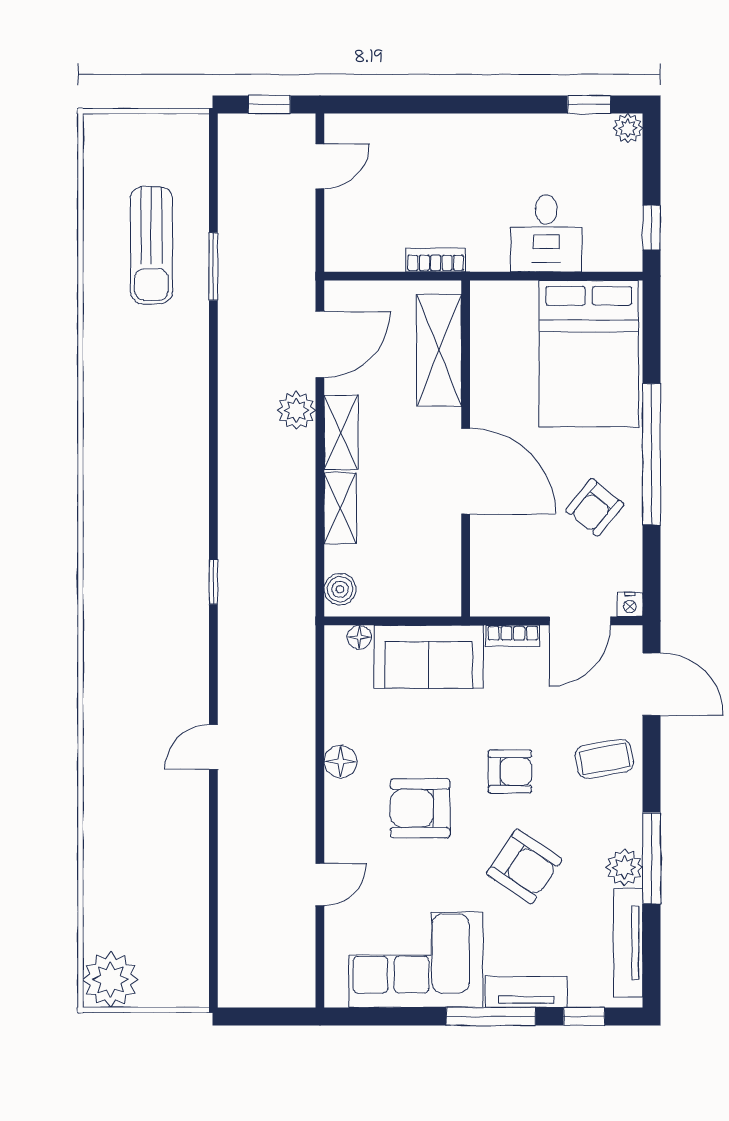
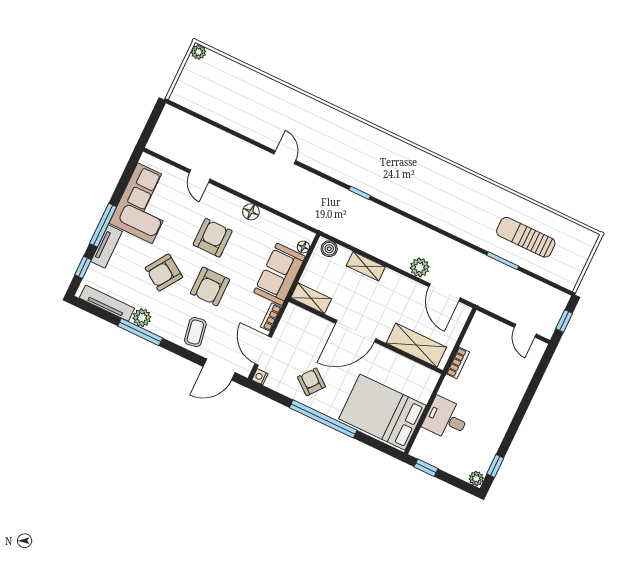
shelving: (341, 432) -> (311, 298), moved
armchair: (510, 771) -> (210, 286), width x1.38, depth x1.38
plant: (111, 980) -> (199, 52), width x0.53, depth x0.53

